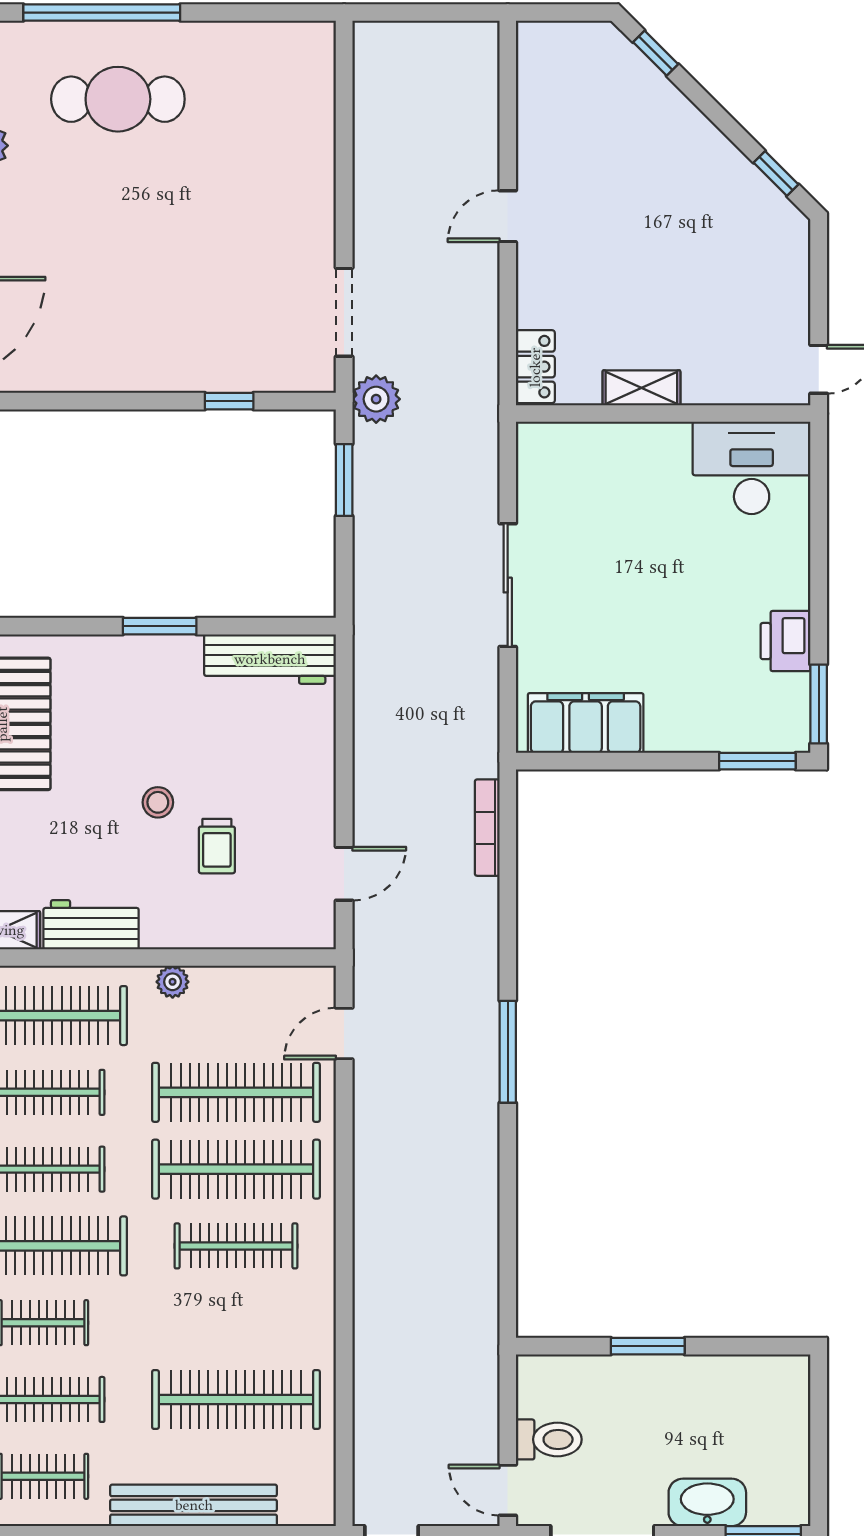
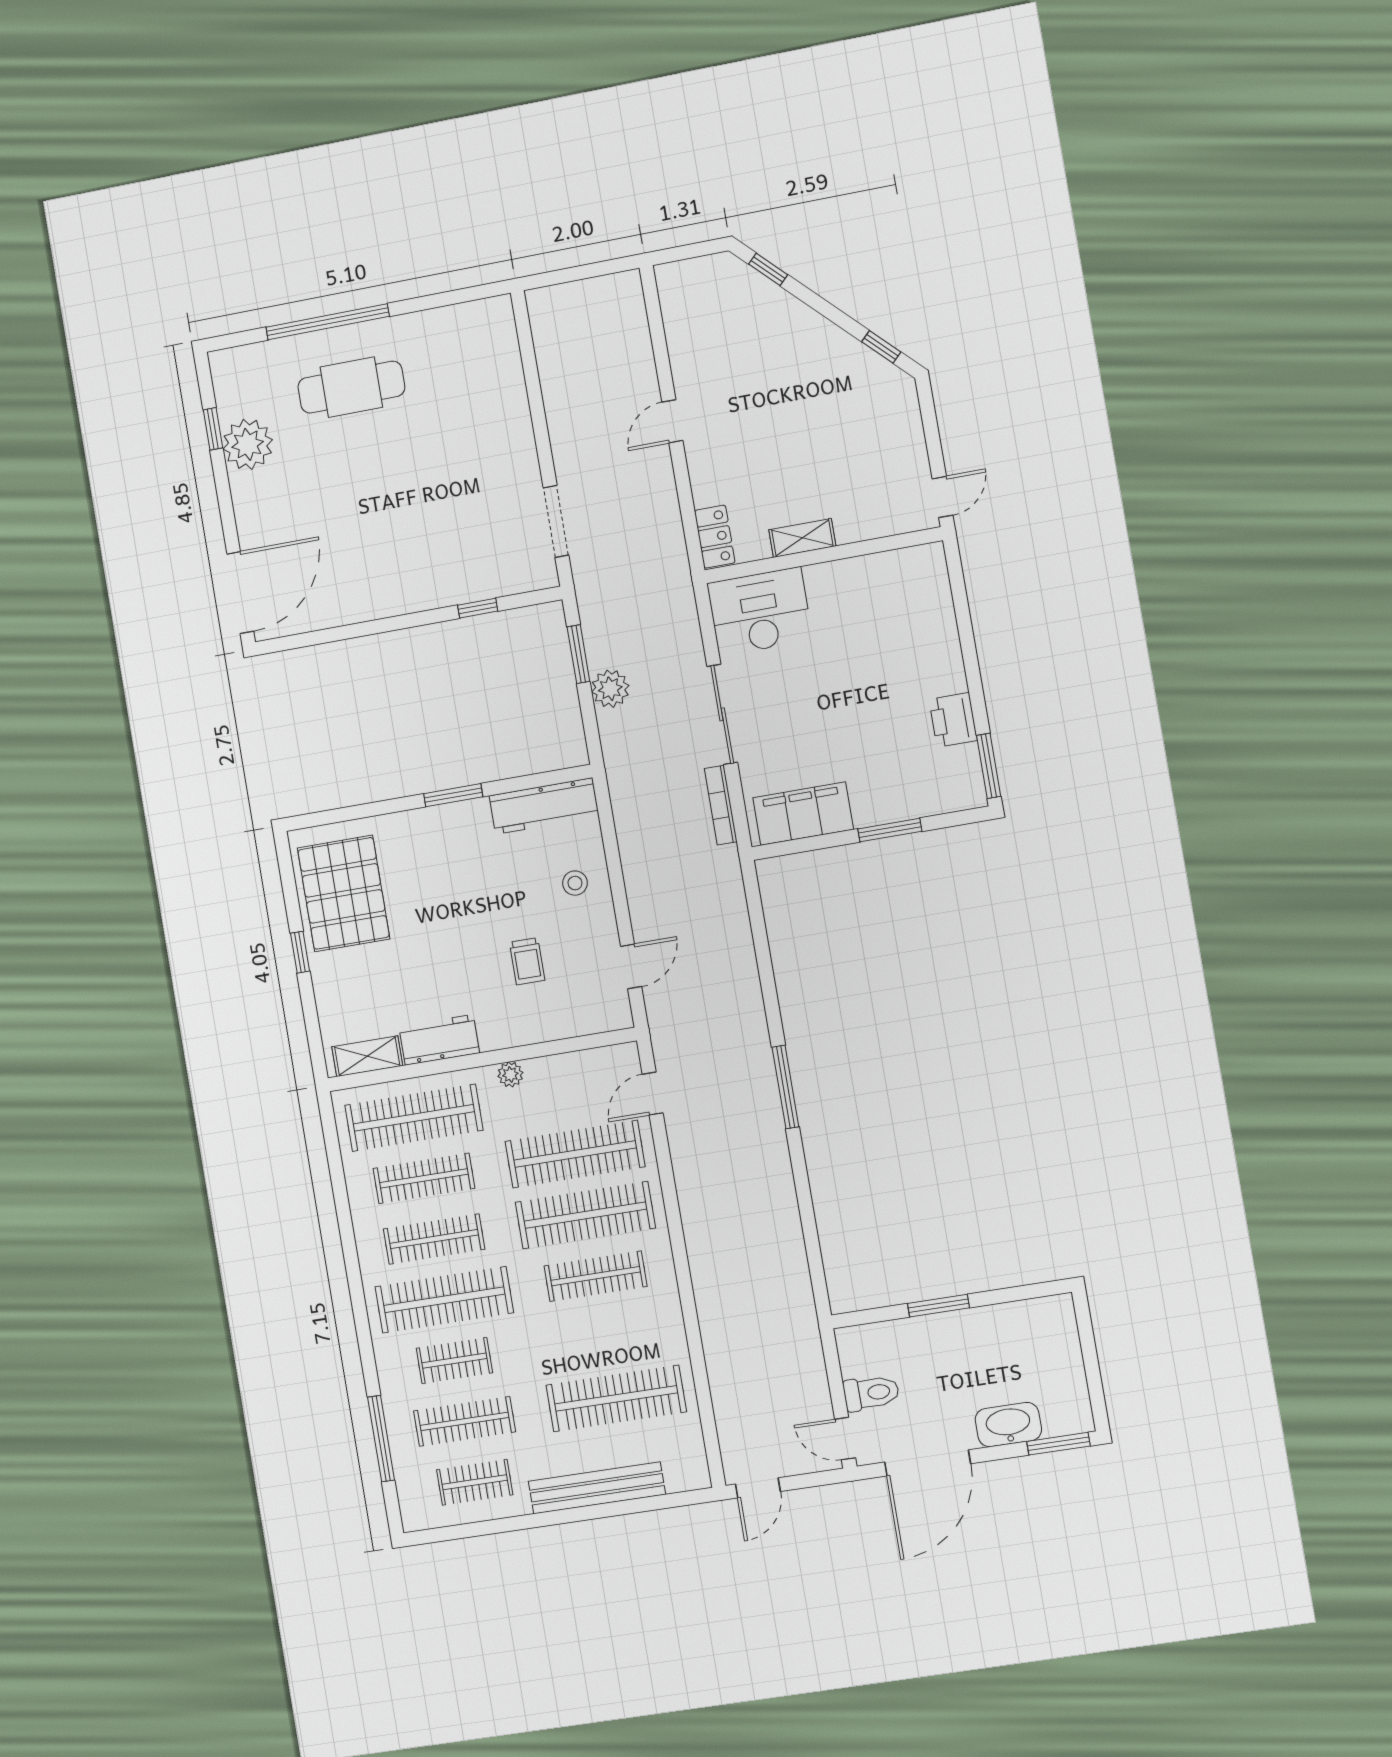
plant: (376, 399) -> (610, 689), moved
desk: (752, 468) -> (760, 611), moved
window: (757, 761) -> (890, 830), moved
stool: (158, 802) -> (575, 883), moved
bookcase: (487, 828) -> (721, 805), moved

